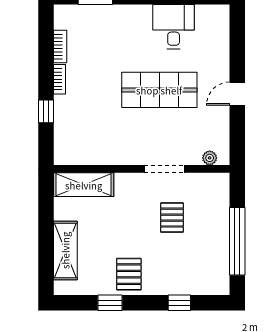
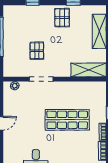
shop shelf: (159, 90) -> (67, 120), moved

